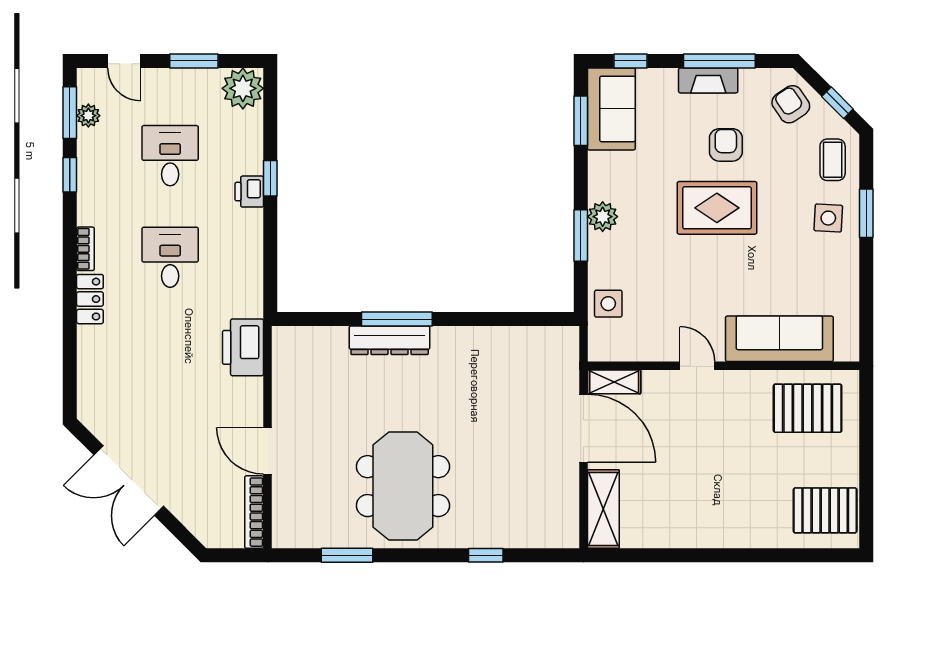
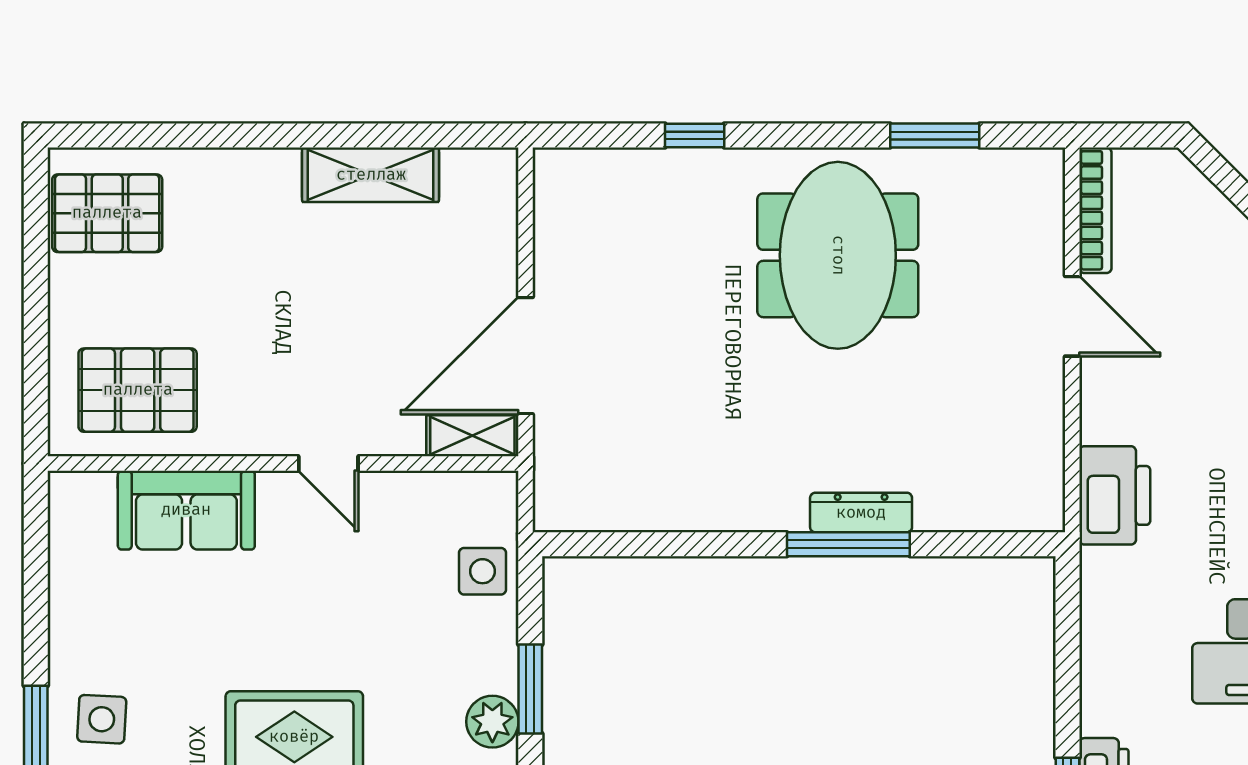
sofa: (779, 339) -> (186, 510), width x0.73
dresser: (390, 340) -> (861, 513), width x0.73, depth x0.80
door: (583, 428) -> (525, 356), hinge flipped
shelving: (603, 509) -> (371, 175), moved, turned 90

